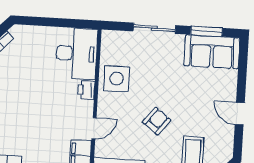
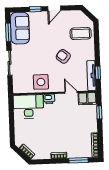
window: (242, 81) -> (35, 9), added

